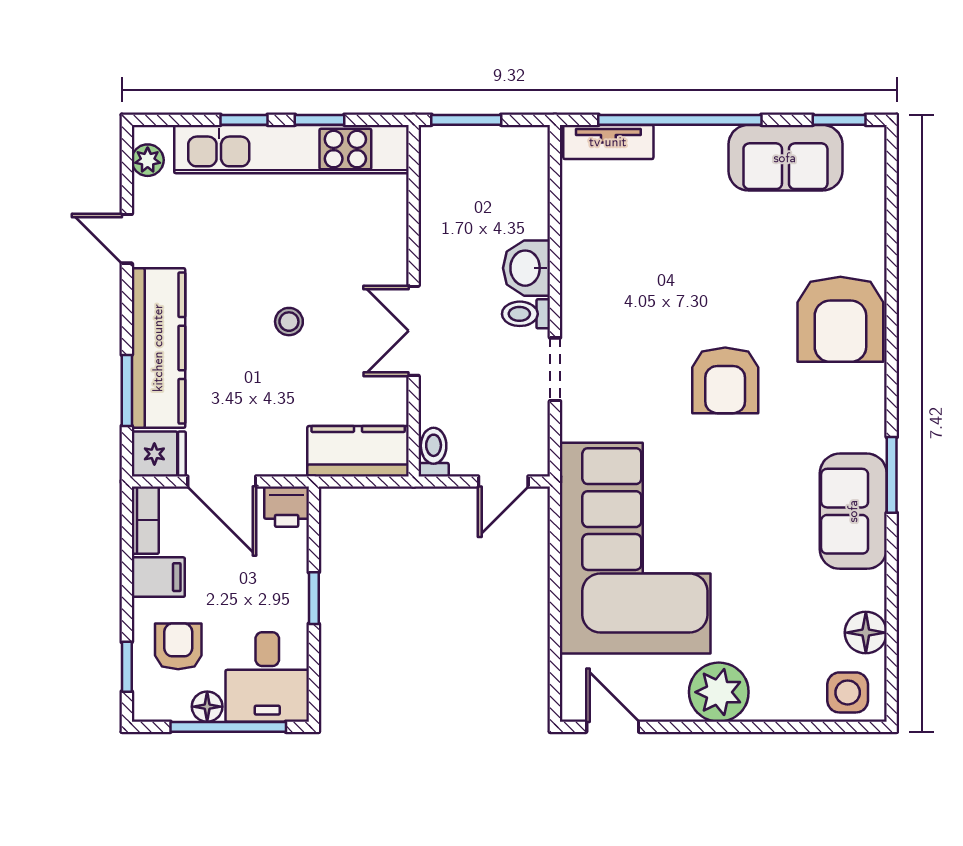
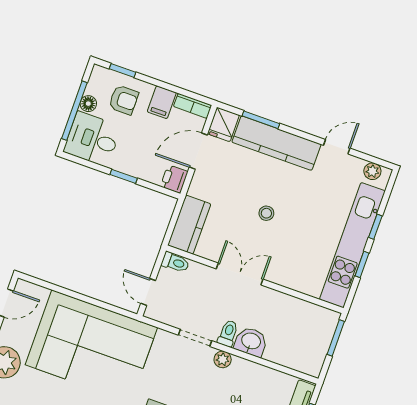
plant: (576, 307) -> (223, 359), added

